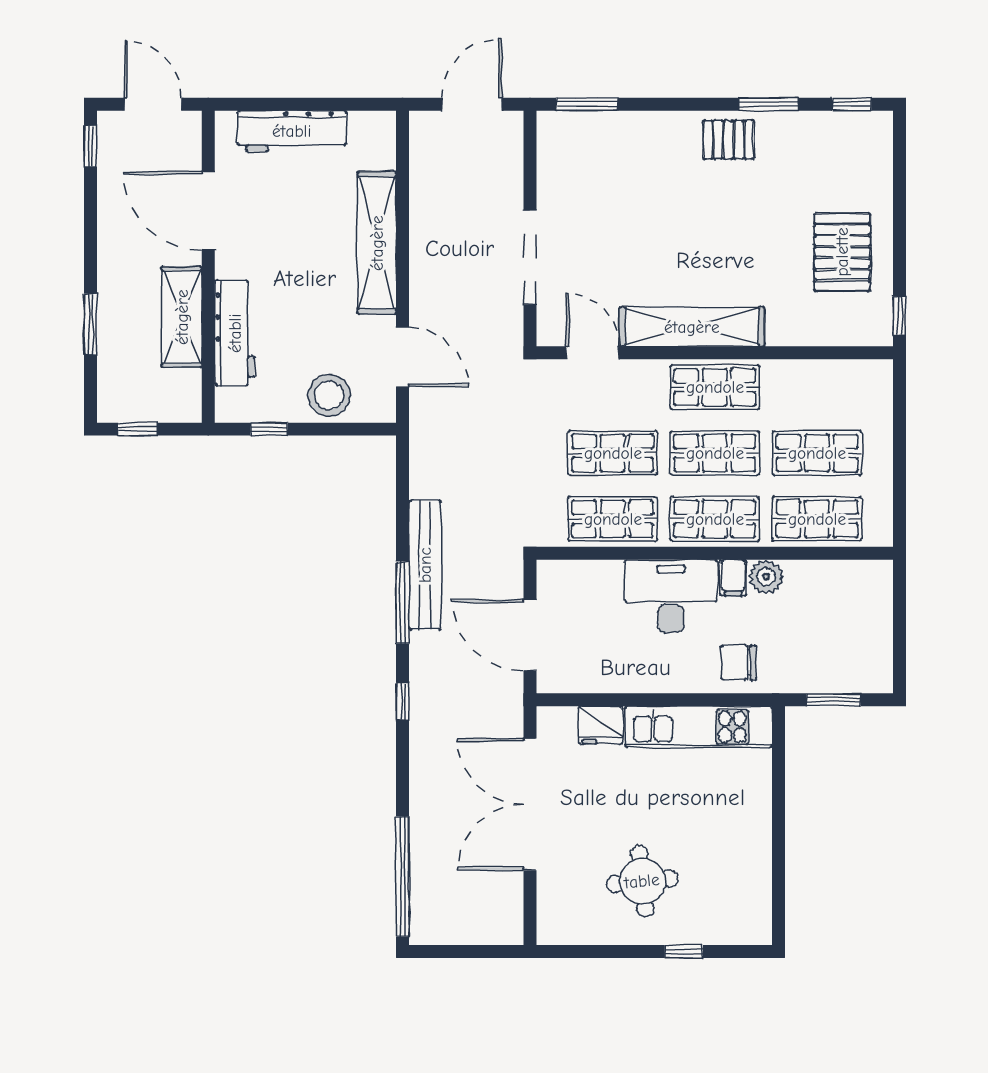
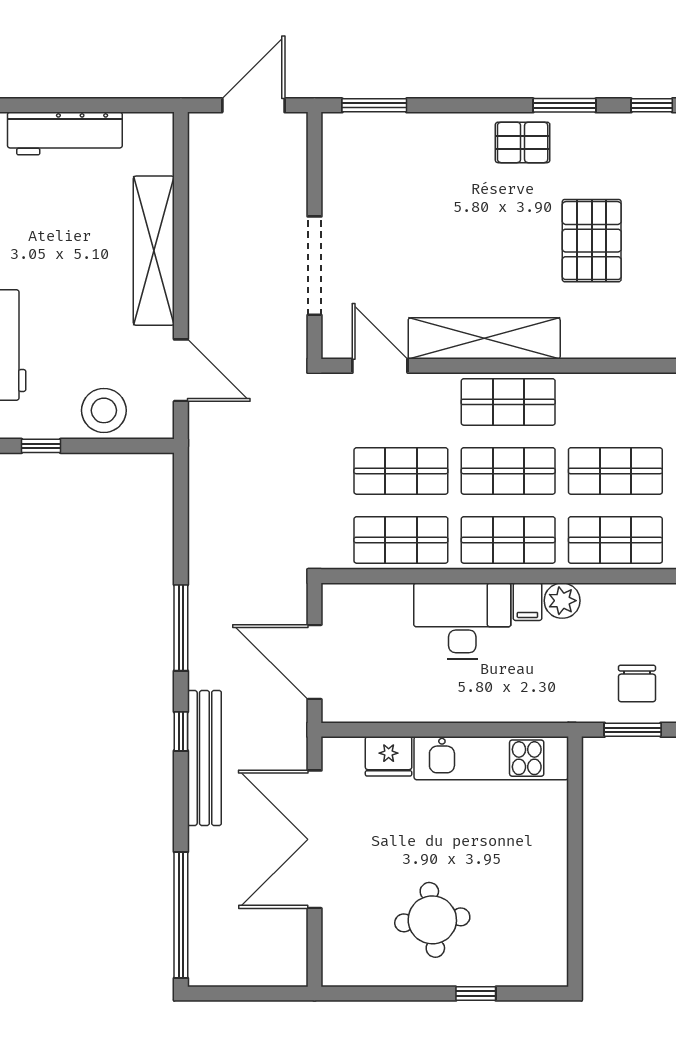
pallet: (842, 252) -> (592, 241), moved
bench: (425, 565) -> (204, 758), moved
chair: (739, 663) -> (637, 684), moved, turned -90

